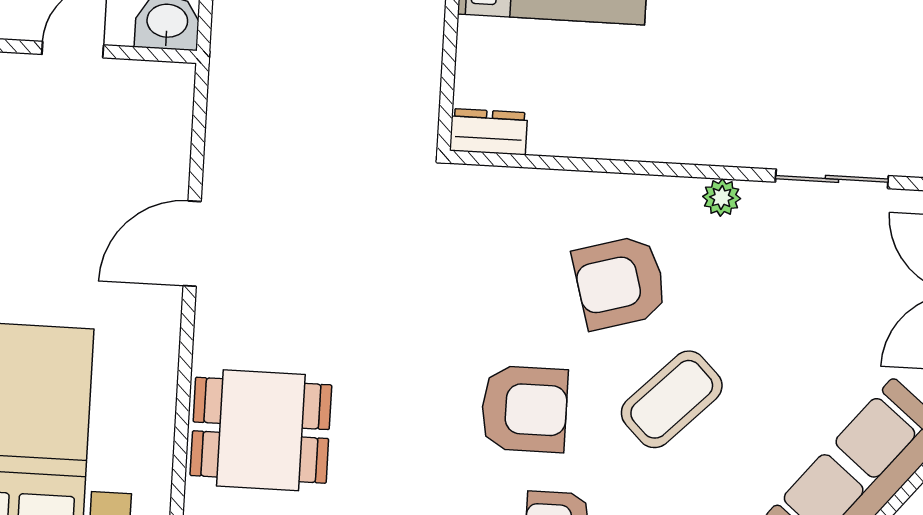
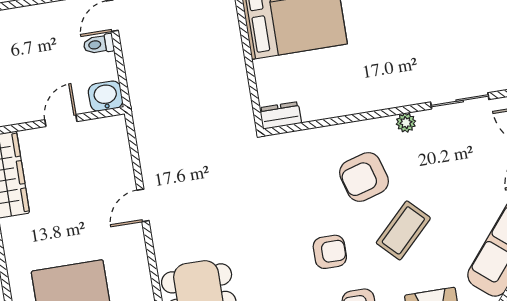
door: (192, 244) -> (143, 205), width x0.73
armchair: (524, 409) -> (330, 252), width x0.72, depth x0.72

